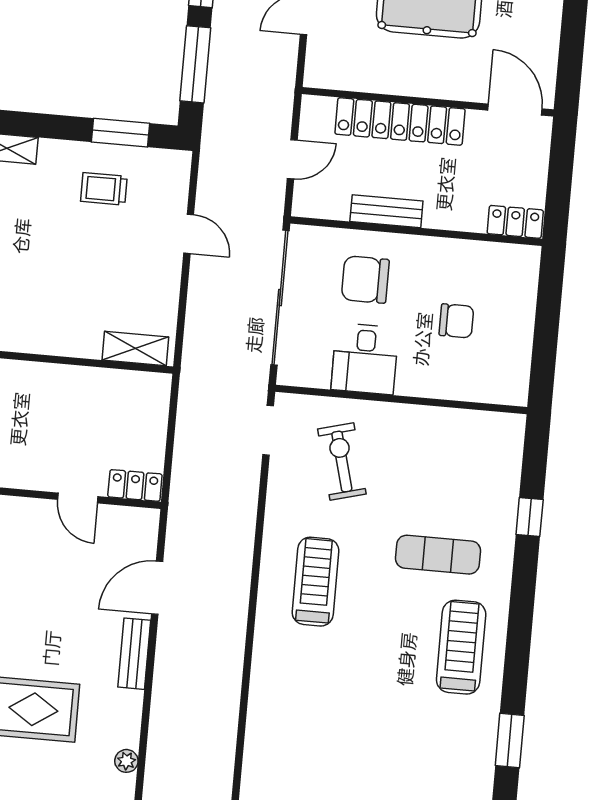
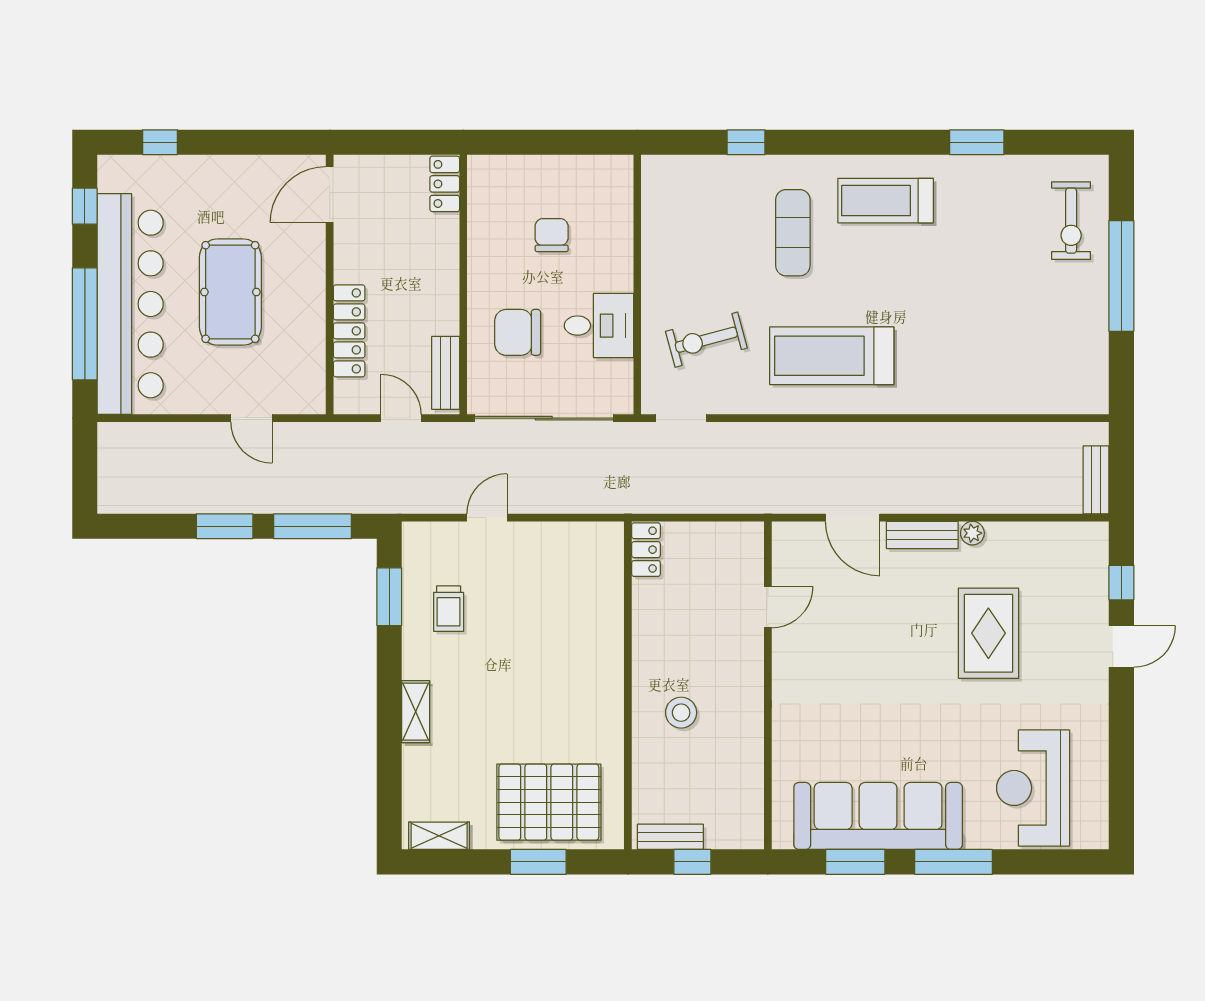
locker: (400, 121) -> (349, 331), width x0.71, depth x0.83
bench: (386, 211) -> (446, 373), moved
chair: (365, 280) -> (518, 332), turned 90
shelving: (135, 349) -> (609, 562), removed
locker: (135, 485) -> (646, 550), moved, turned 180
treadmill: (315, 582) -> (832, 356), width x1.37, depth x1.38
plant: (126, 761) -> (972, 533), moved

